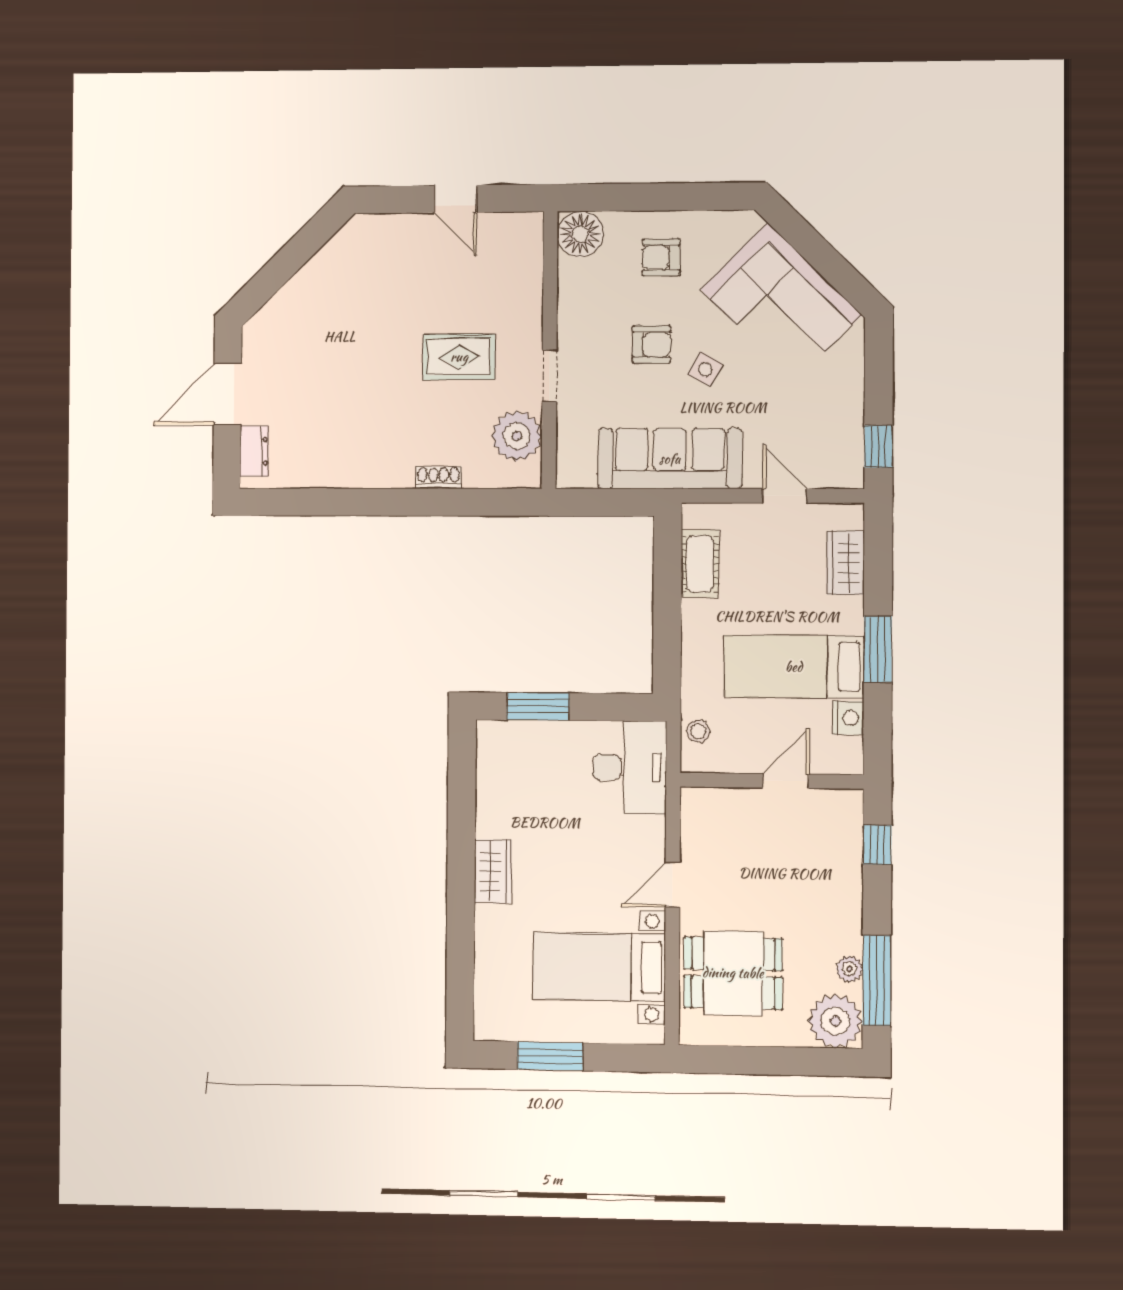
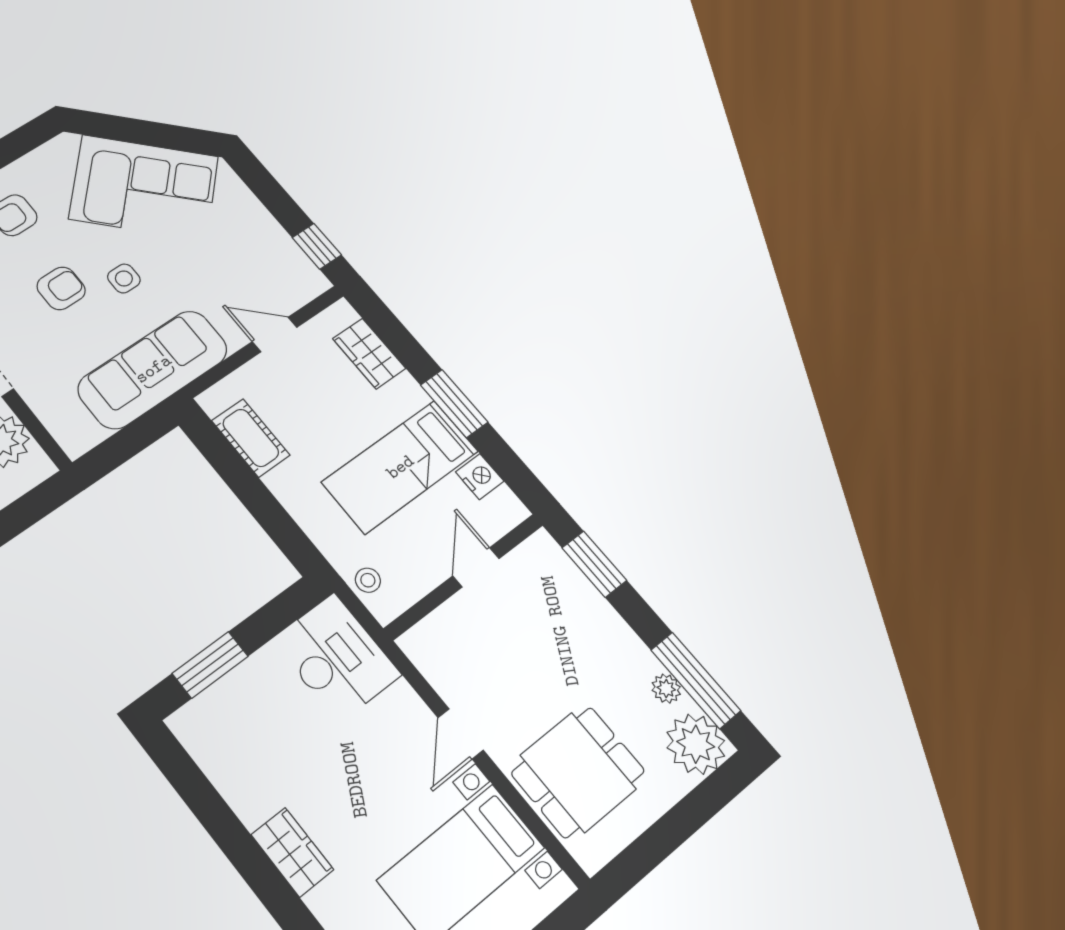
side table: (705, 369) -> (124, 278), turned -30
window: (877, 845) -> (594, 564), width x1.50

